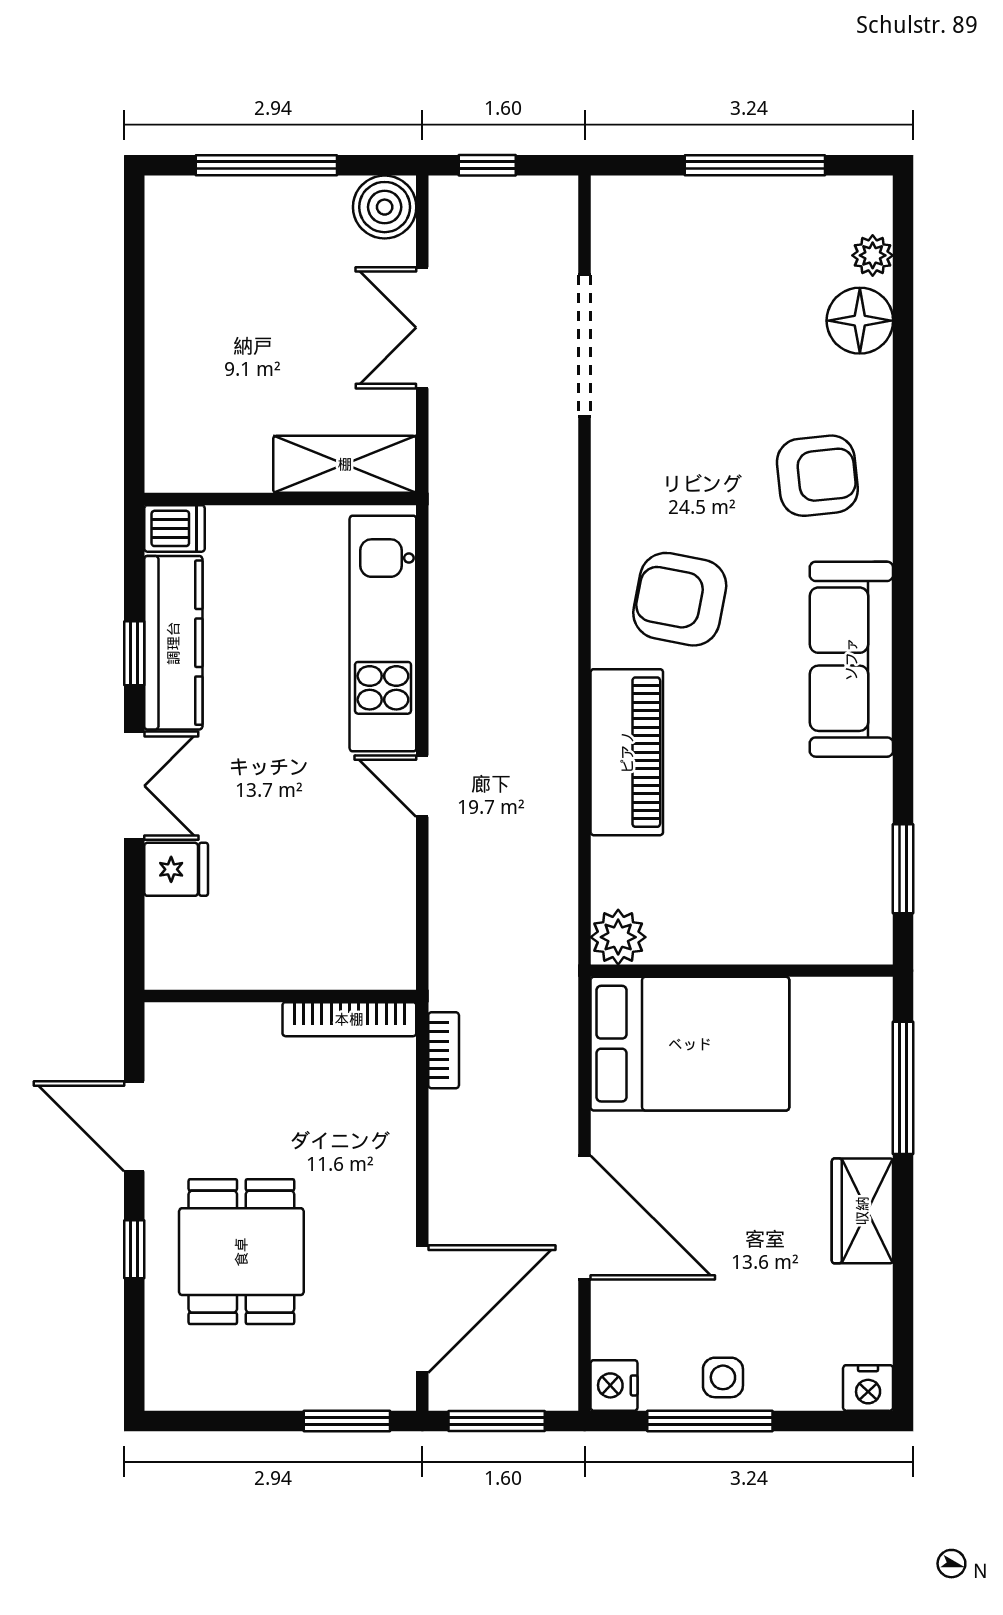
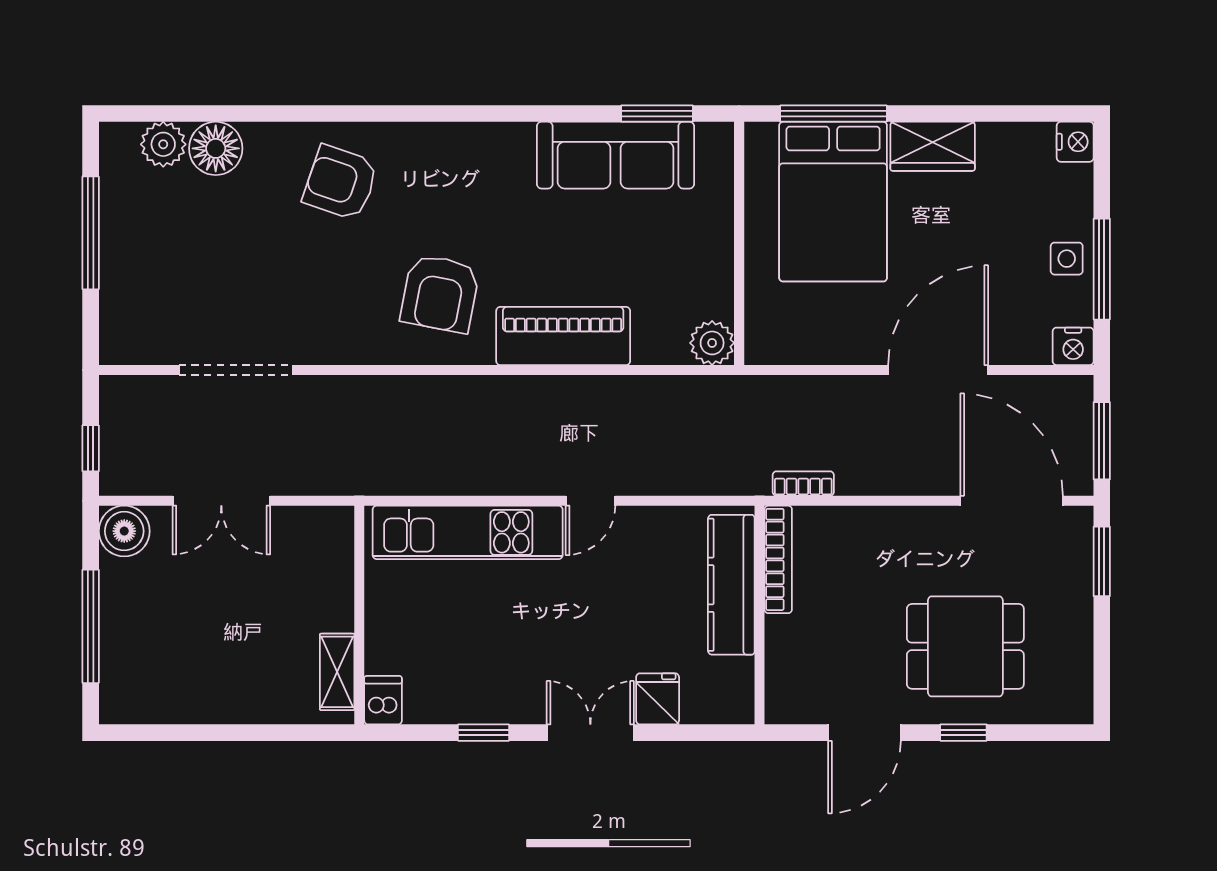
plant: (873, 255) -> (163, 144), width x1.38, depth x1.38
shelving: (345, 464) -> (337, 672), moved, width x0.67, depth x0.75
armchair: (817, 476) -> (341, 183), turned -65
kitchen counter: (173, 643) -> (731, 585), moved, turned -90
sofa: (851, 659) -> (615, 155), moved
bed: (690, 1044) -> (833, 202), moved, turned 180

